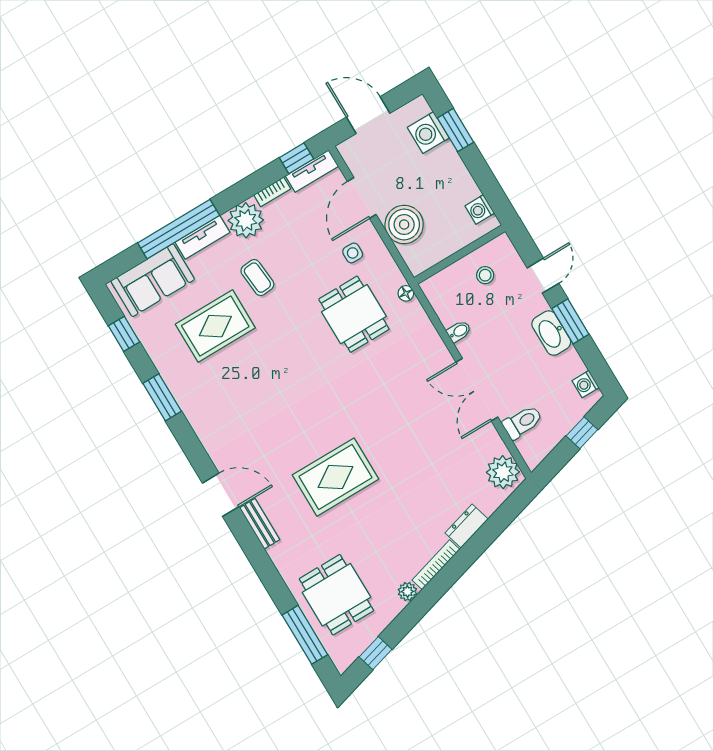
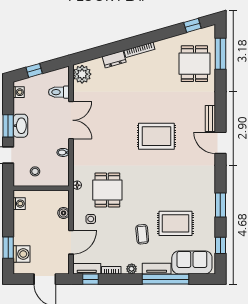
plant: (246, 220) -> (132, 269), width x0.53, depth x0.53
boiler: (404, 225) -> (64, 213), width x0.54, depth x0.54
rug: (335, 477) -> (156, 136), moved
plant: (407, 592) -> (160, 45), removed

